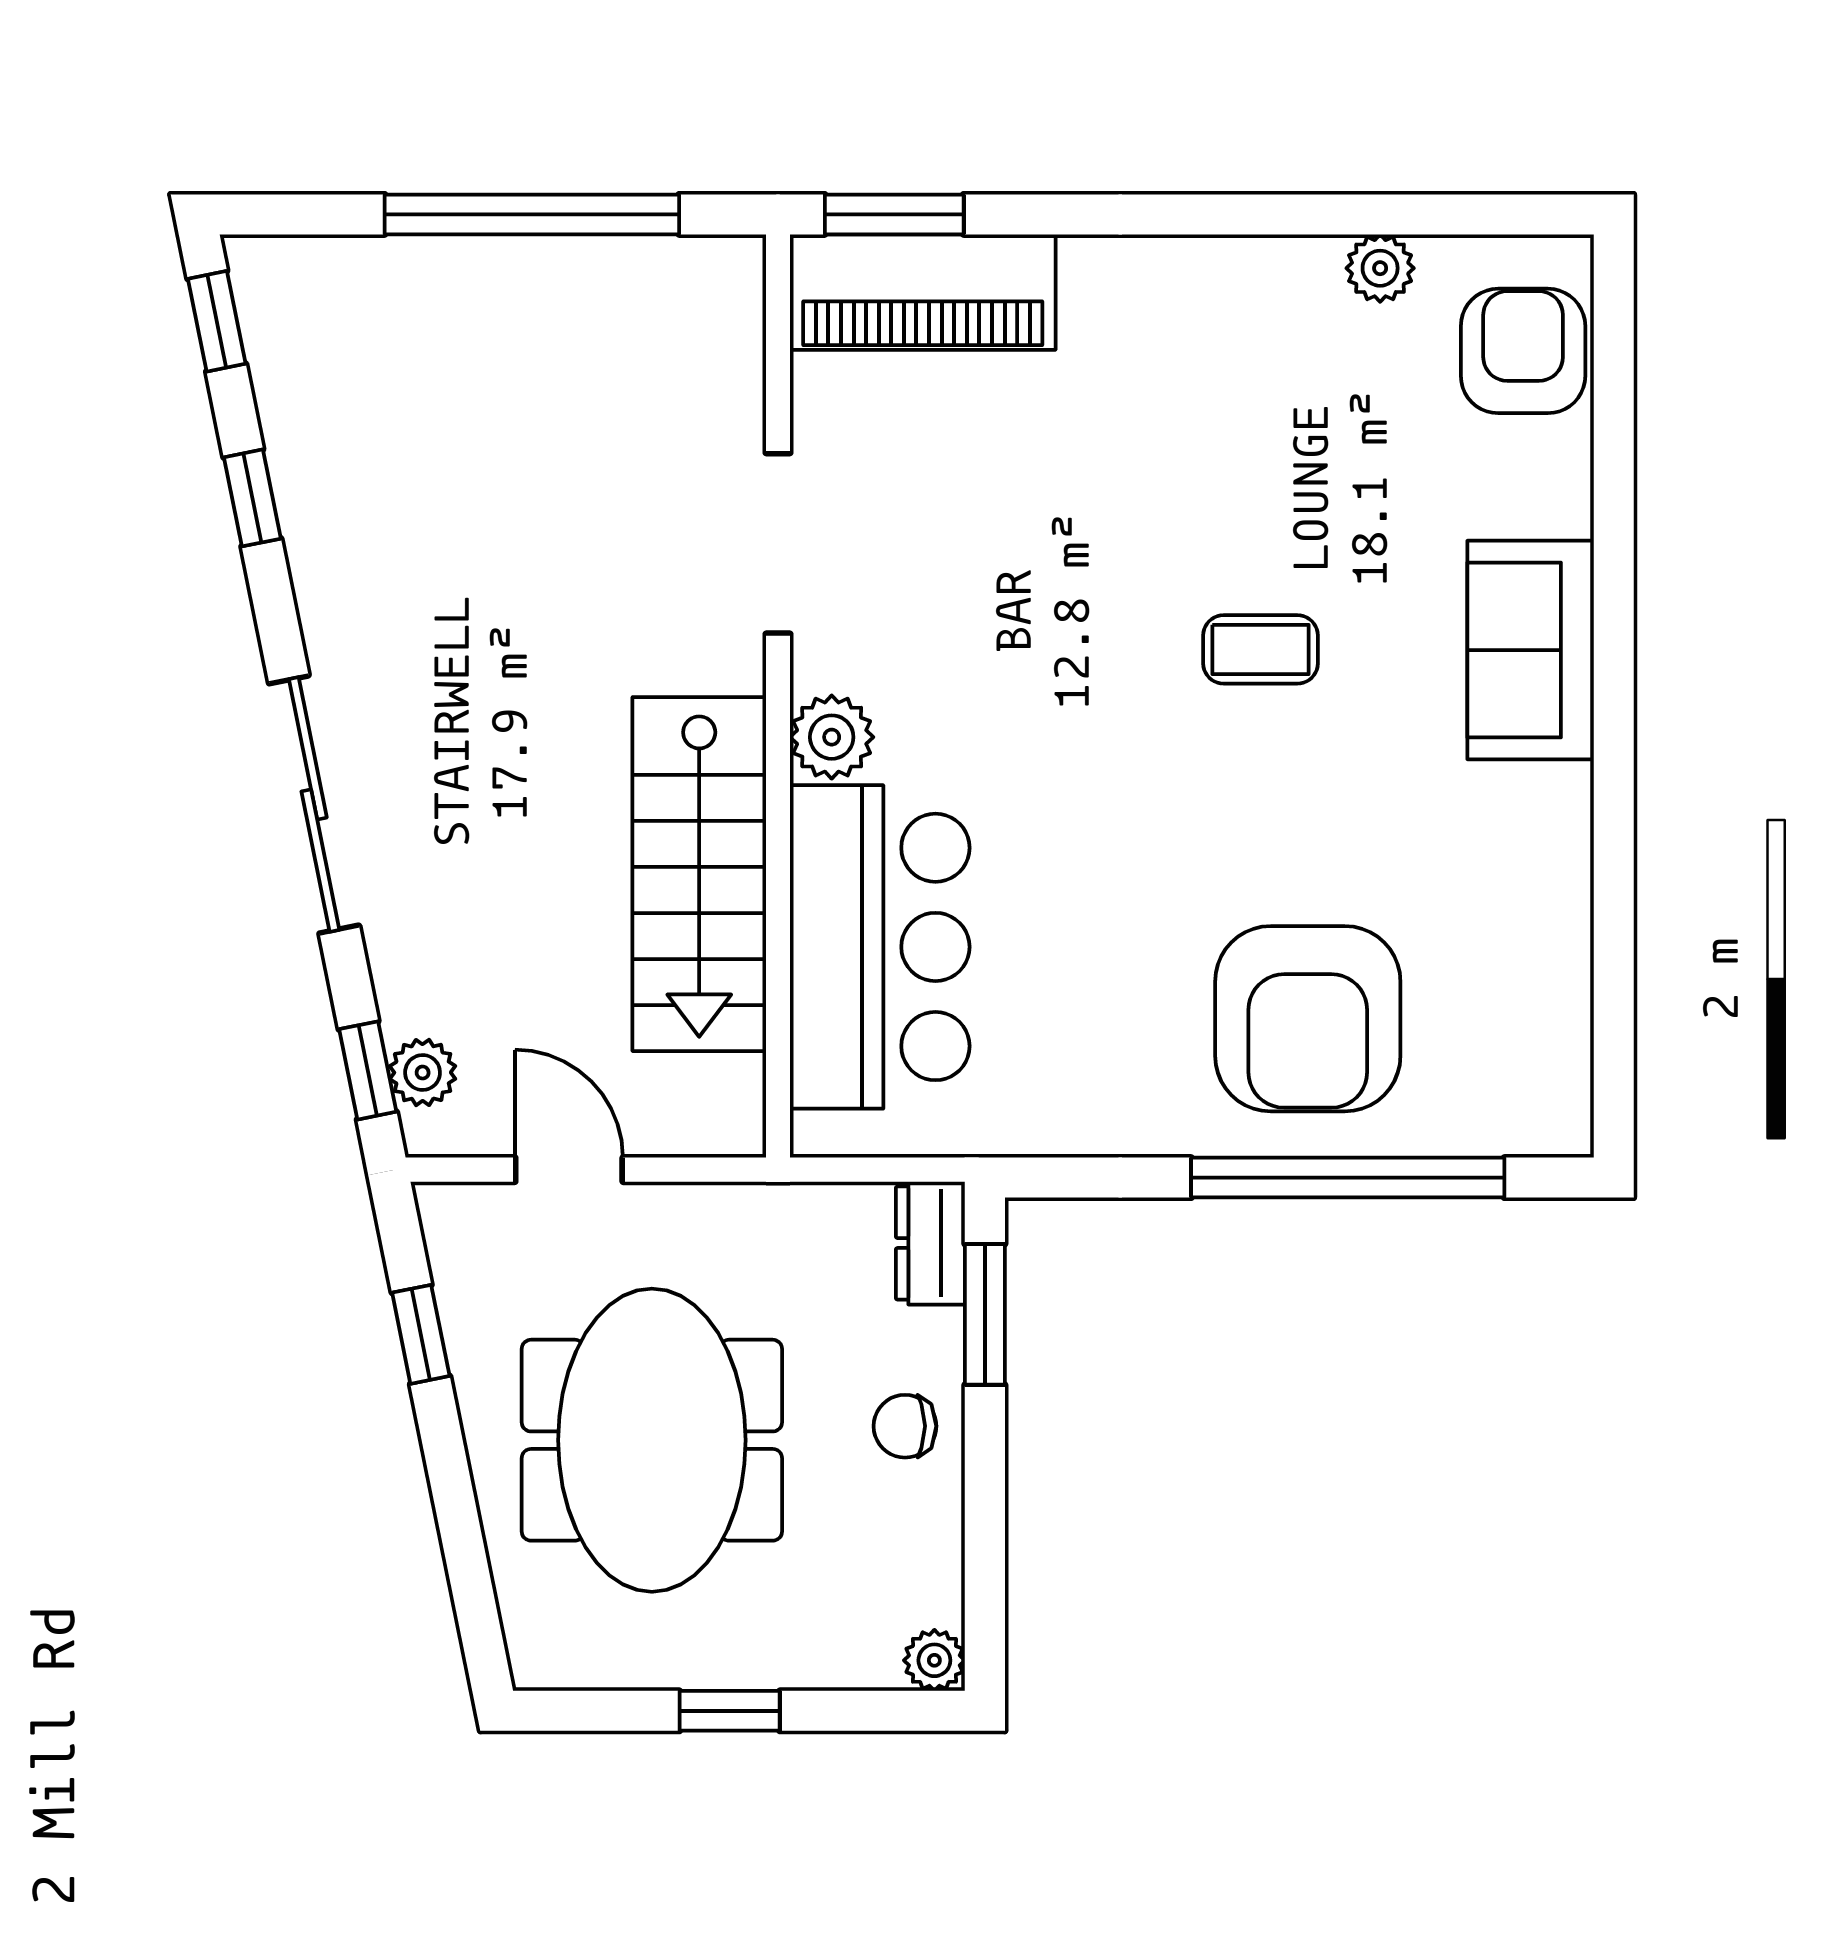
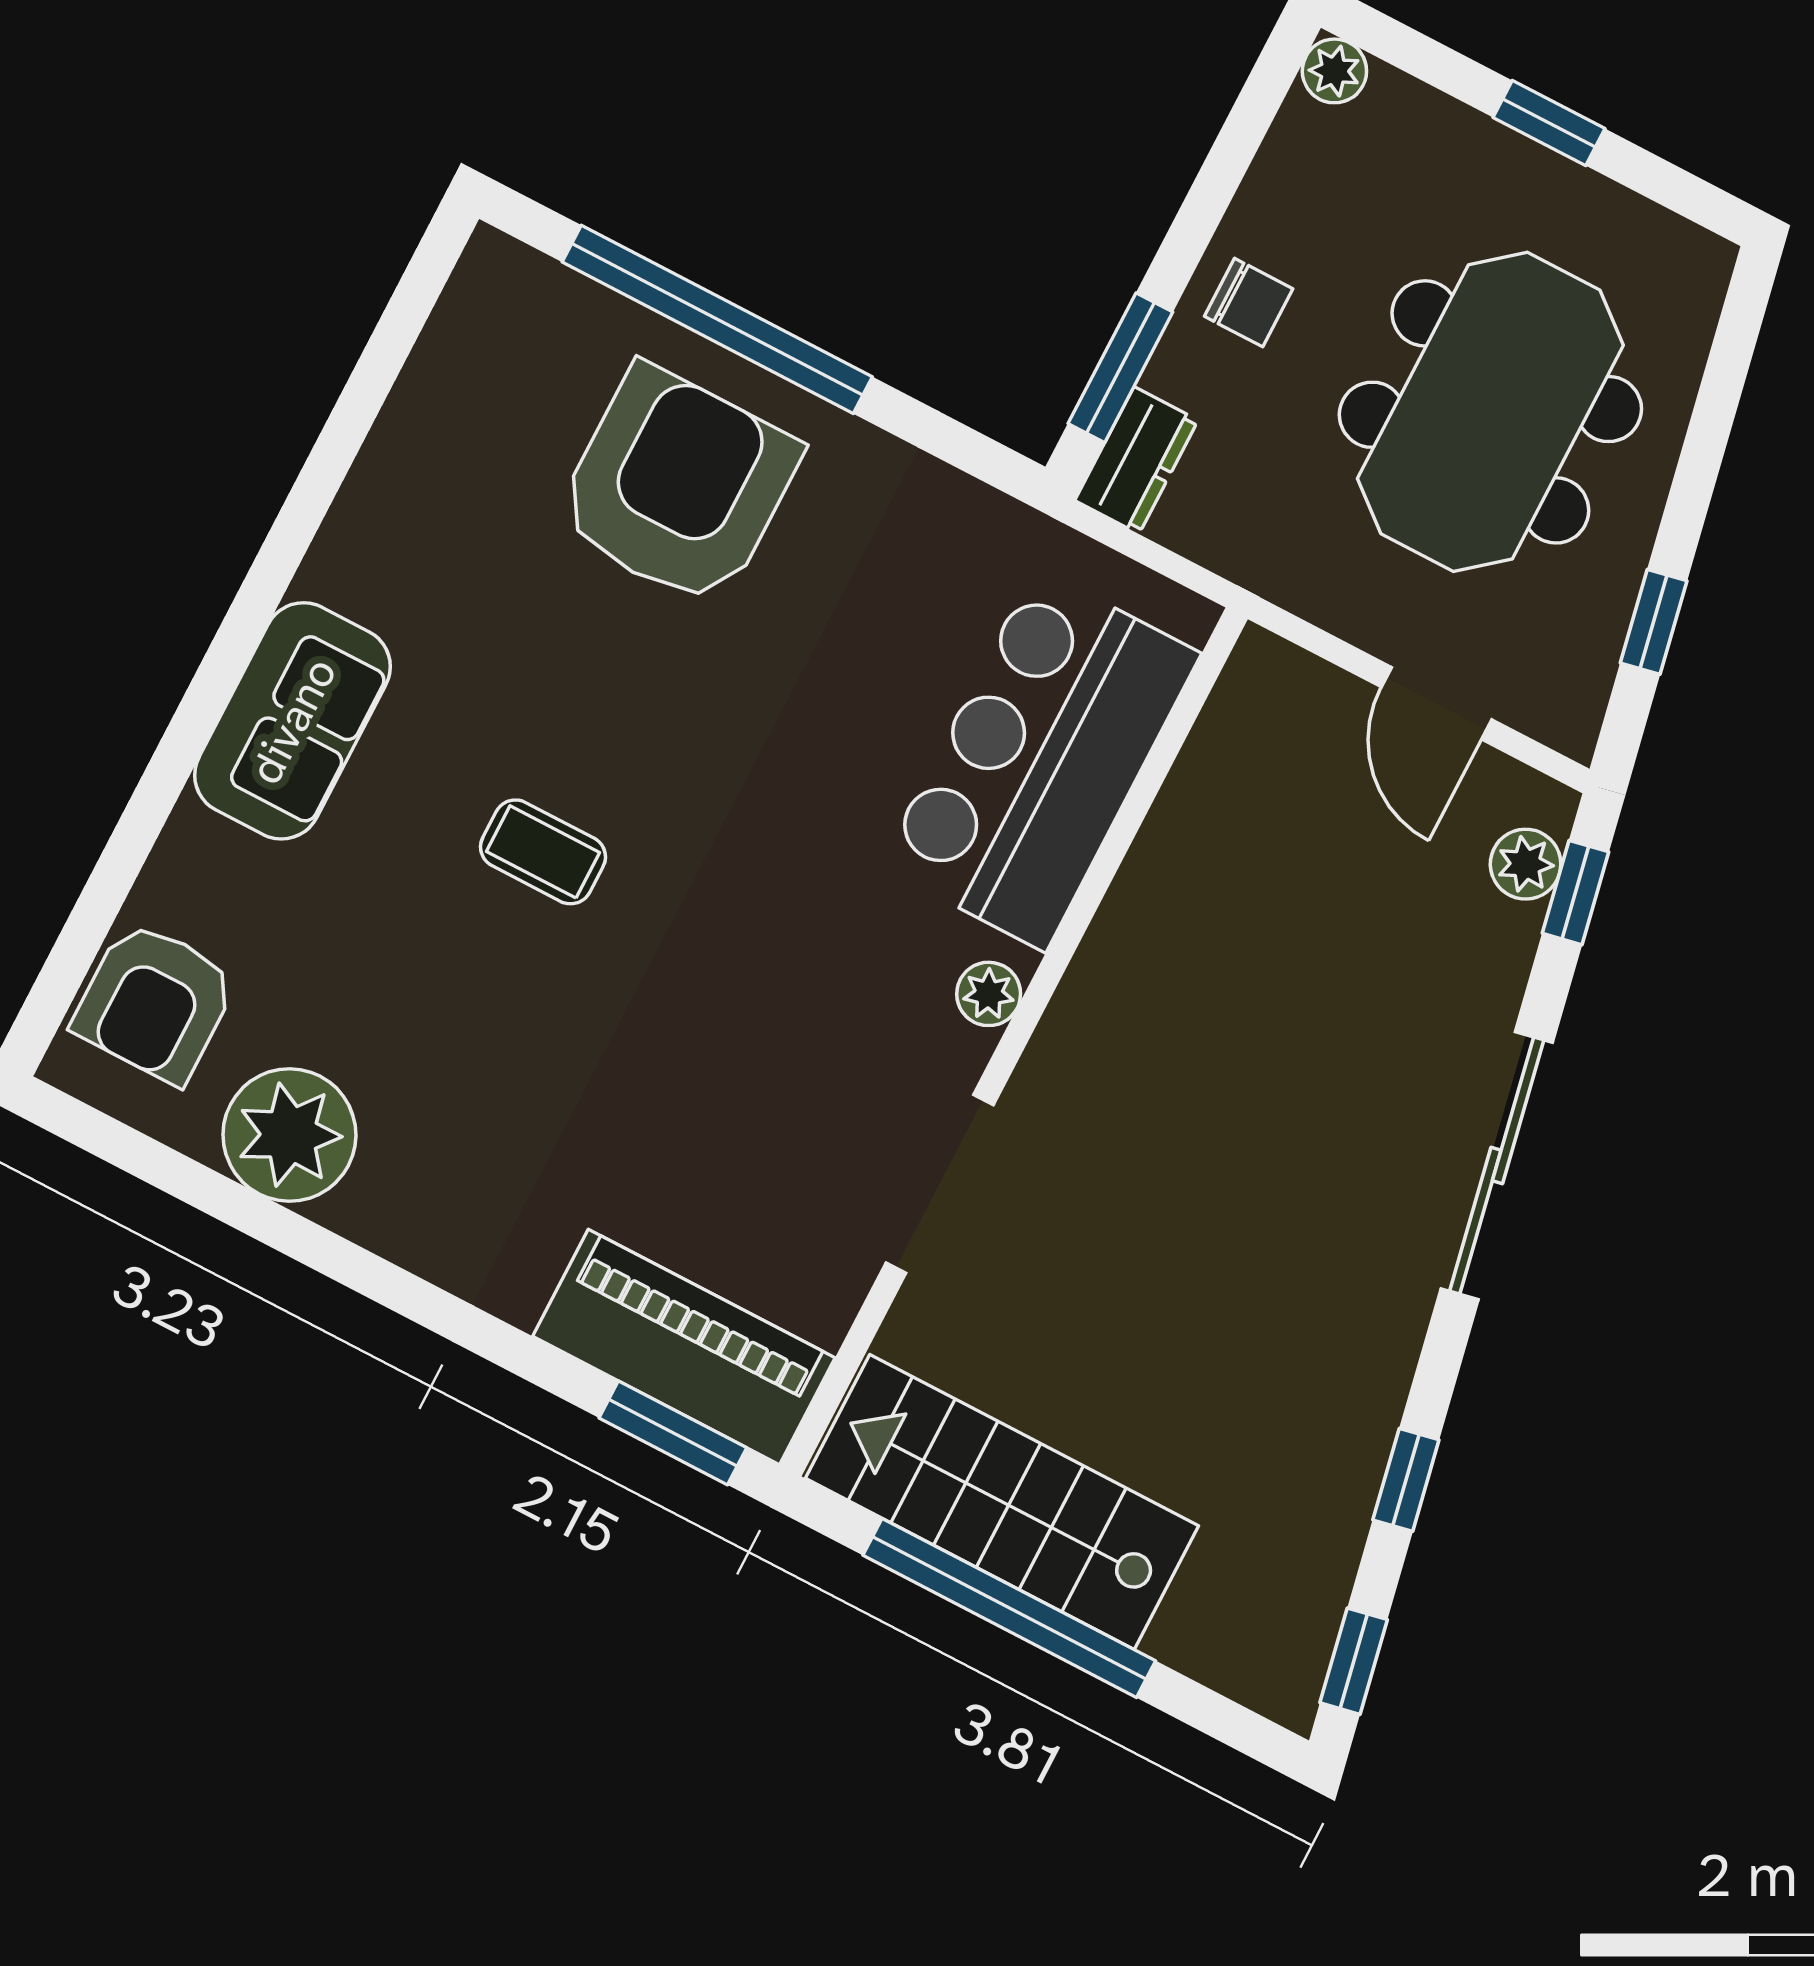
plant: (1380, 268) -> (289, 1135), width x1.88, depth x1.88
plant: (832, 737) -> (989, 994), width x0.73, depth x0.73
stairs: (699, 874) -> (1002, 1502), moved, turned -90

